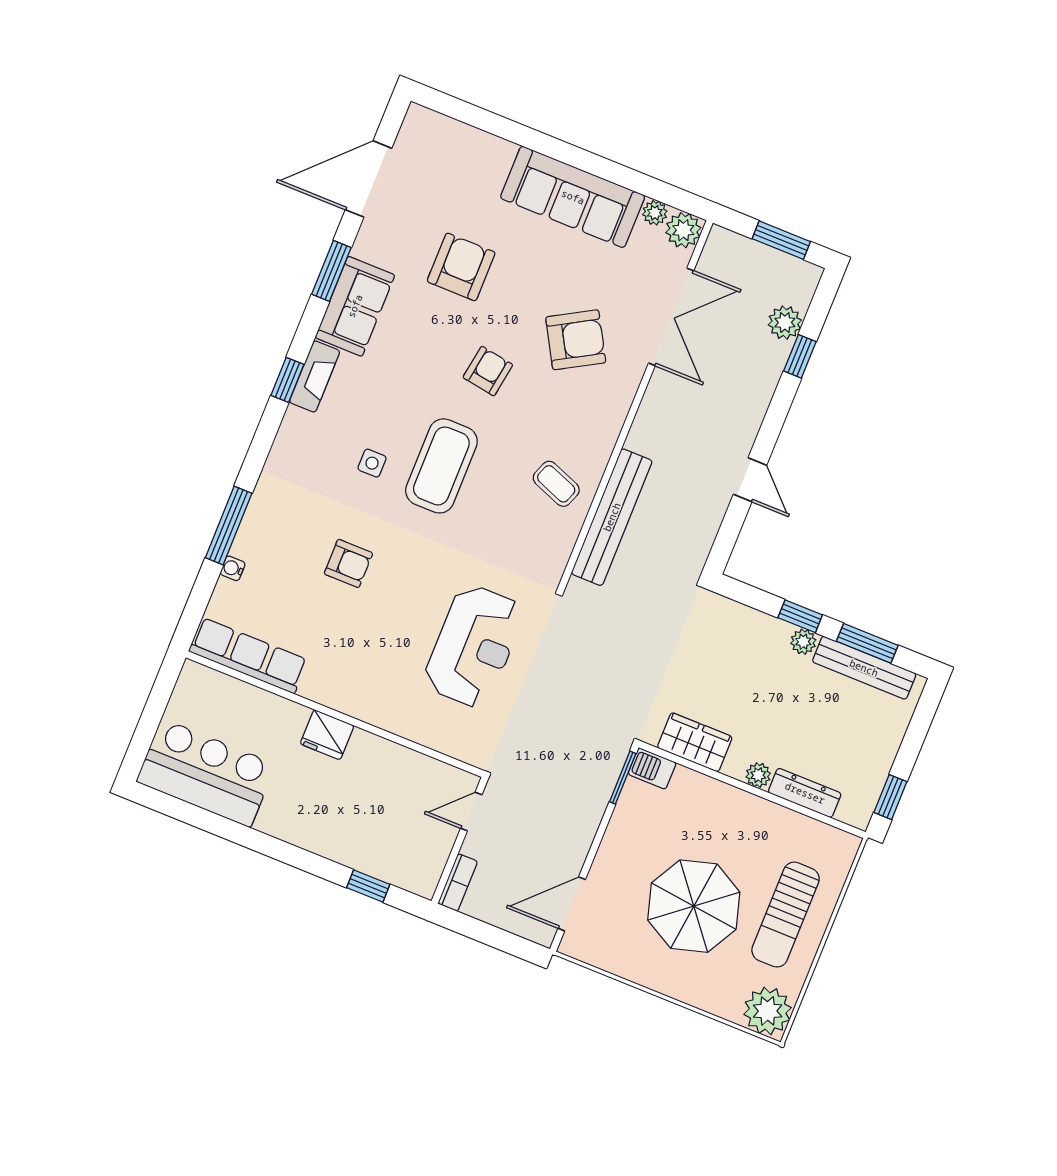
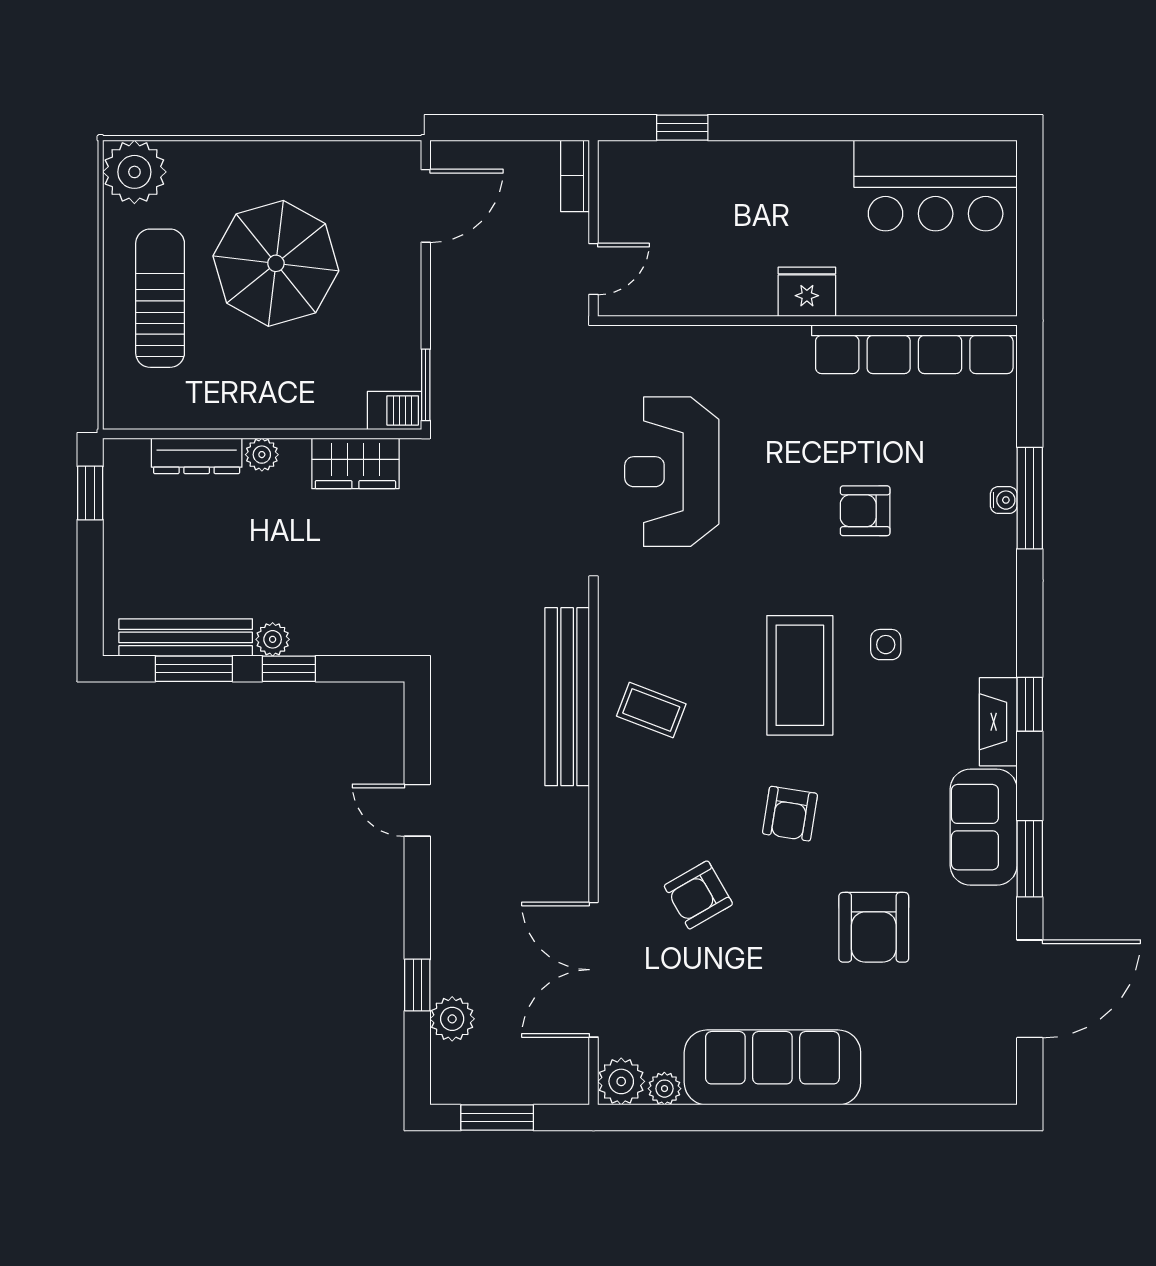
armchair: (576, 340) -> (698, 895), width x0.72, depth x0.72
water cooler: (233, 568) -> (1004, 500), moved
row of seats: (248, 656) -> (914, 349), width x1.36

